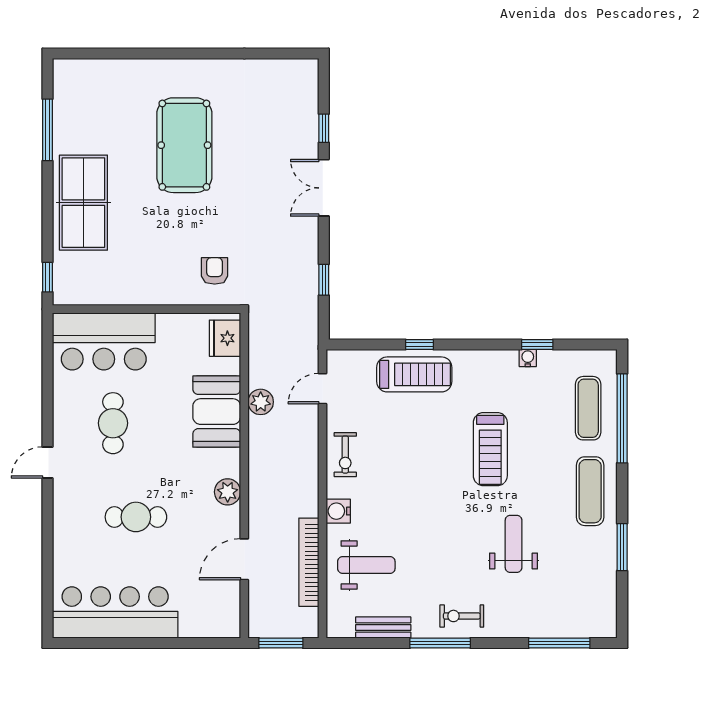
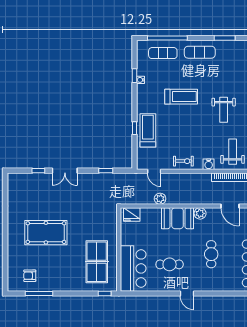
table tennis table: (83, 203) -> (97, 262), moved, turned 90
armchair: (215, 271) -> (30, 276), moved
booth: (217, 412) -> (178, 218), moved
weight bench: (514, 544) -> (224, 110), moved, turned -90

